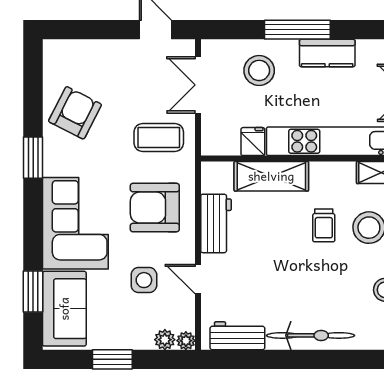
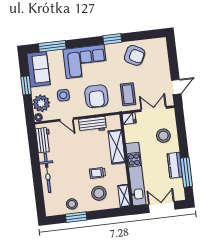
window: (297, 30) -> (186, 172), moved
fridge: (253, 142) -> (129, 119), moved
armchair: (155, 208) -> (96, 96), turned 180
door: (198, 279) -> (67, 119), swing flipped
window: (33, 291) -> (52, 46), width x1.44
sofa: (64, 309) -> (38, 69), moved, turned -90
plant: (165, 340) -> (41, 103), width x1.88, depth x1.88

